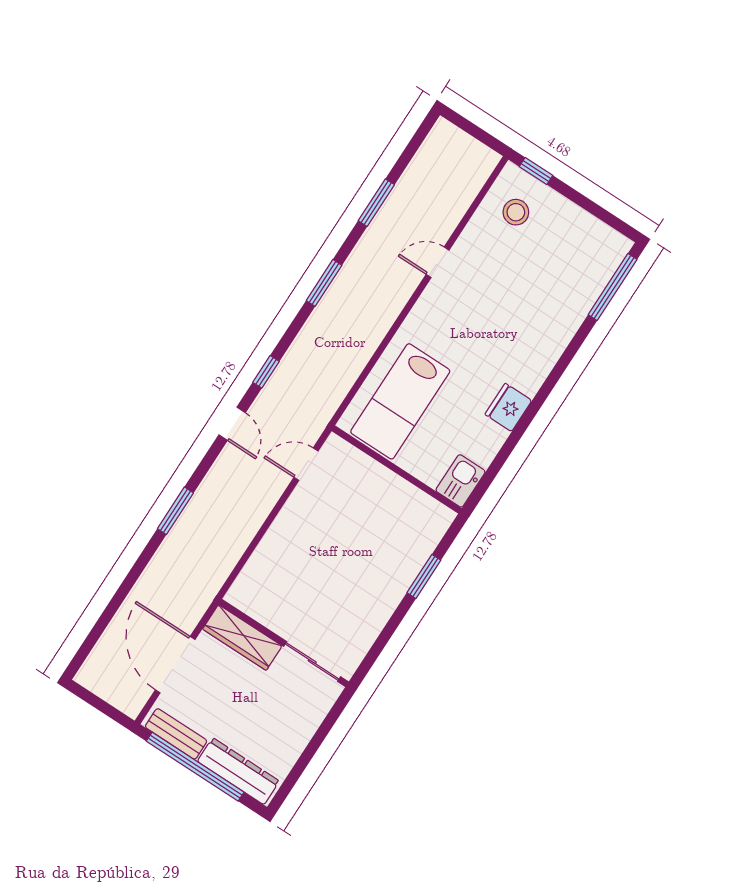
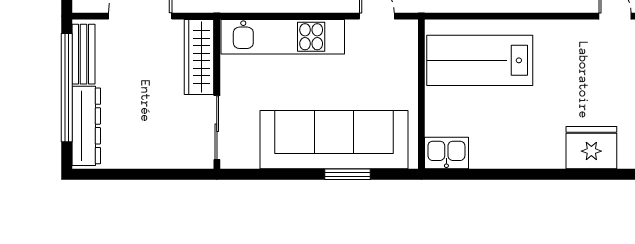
fridge: (508, 407) -> (591, 148), moved, width x1.36, depth x1.34
kitchen unit: (271, 555) -> (283, 37), added
sofa: (387, 569) -> (334, 140), added

